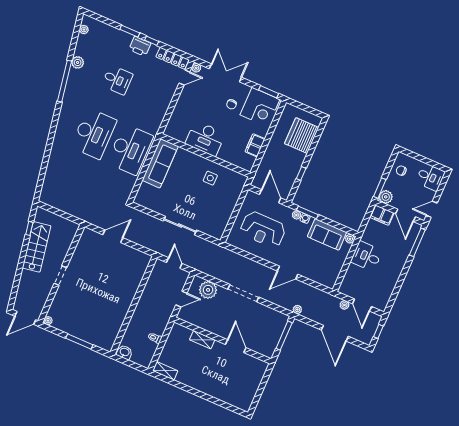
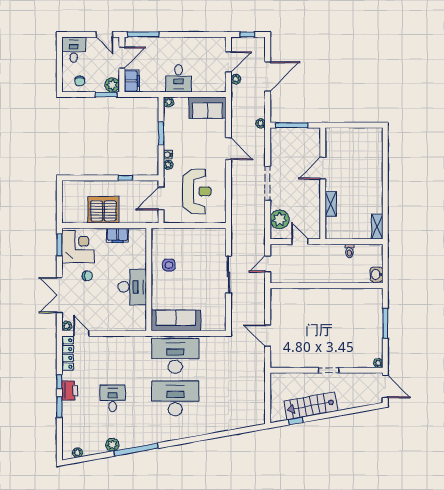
server rack: (302, 136) -> (103, 210), moved, turned 180
window: (307, 212) -> (161, 133), moved
sofa: (327, 234) -> (208, 108), moved, turned 90

